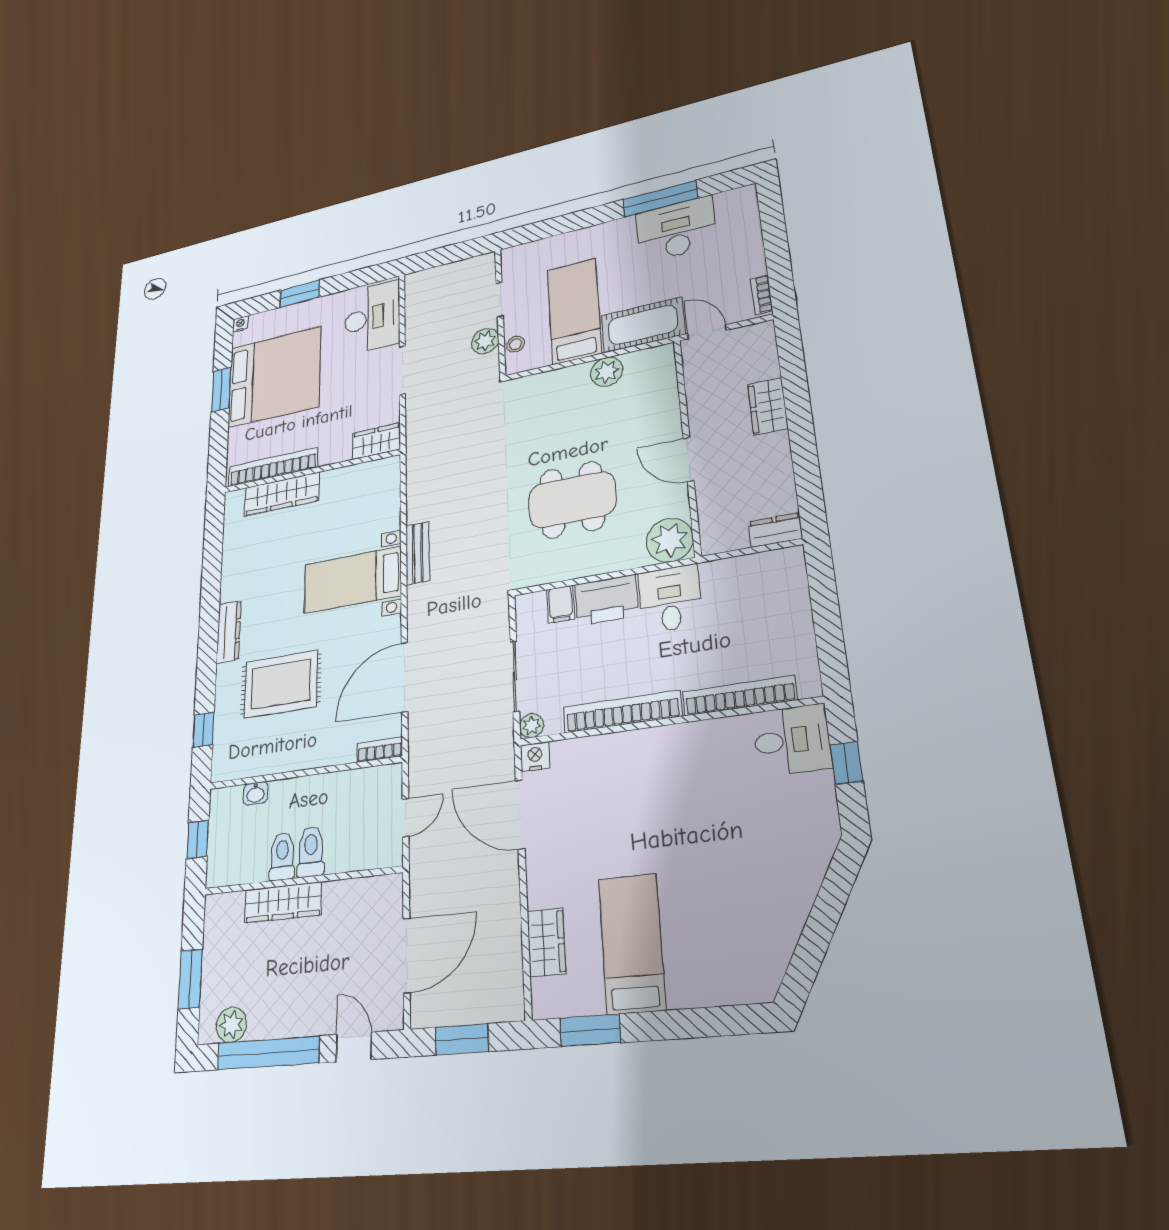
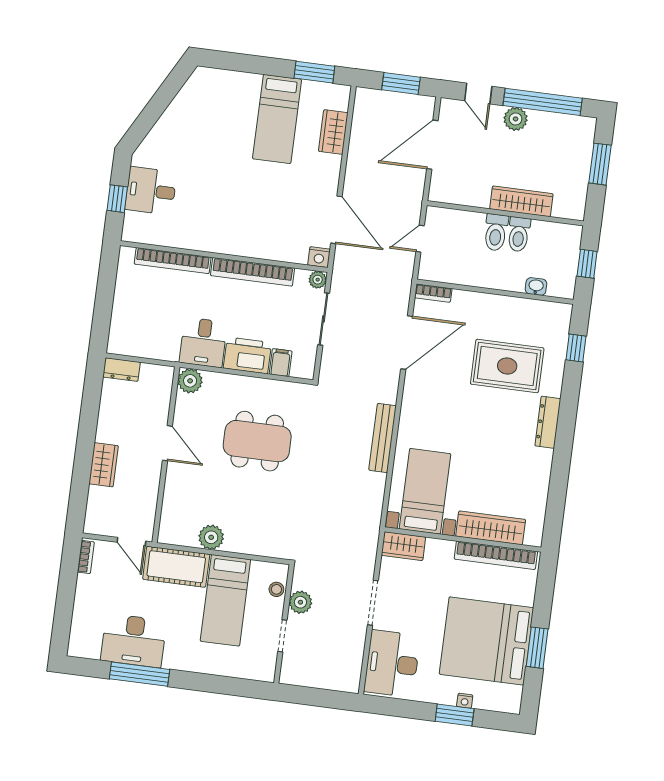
nightstand: (240, 324) -> (465, 701), moved
plant: (670, 540) -> (190, 381), width x0.73, depth x0.73
bench: (418, 553) -> (383, 438), width x1.36
bed with nightstands: (353, 580) -> (425, 491), moved, turned -90
desk: (792, 740) -> (151, 191), moved
plant: (231, 1025) -> (516, 119), moved

